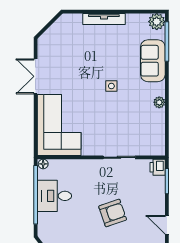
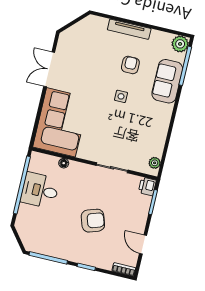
armchair: (113, 53) -> (130, 65), added
plant: (159, 102) -> (155, 163), moved
floor lamp: (43, 164) -> (64, 163), moved

